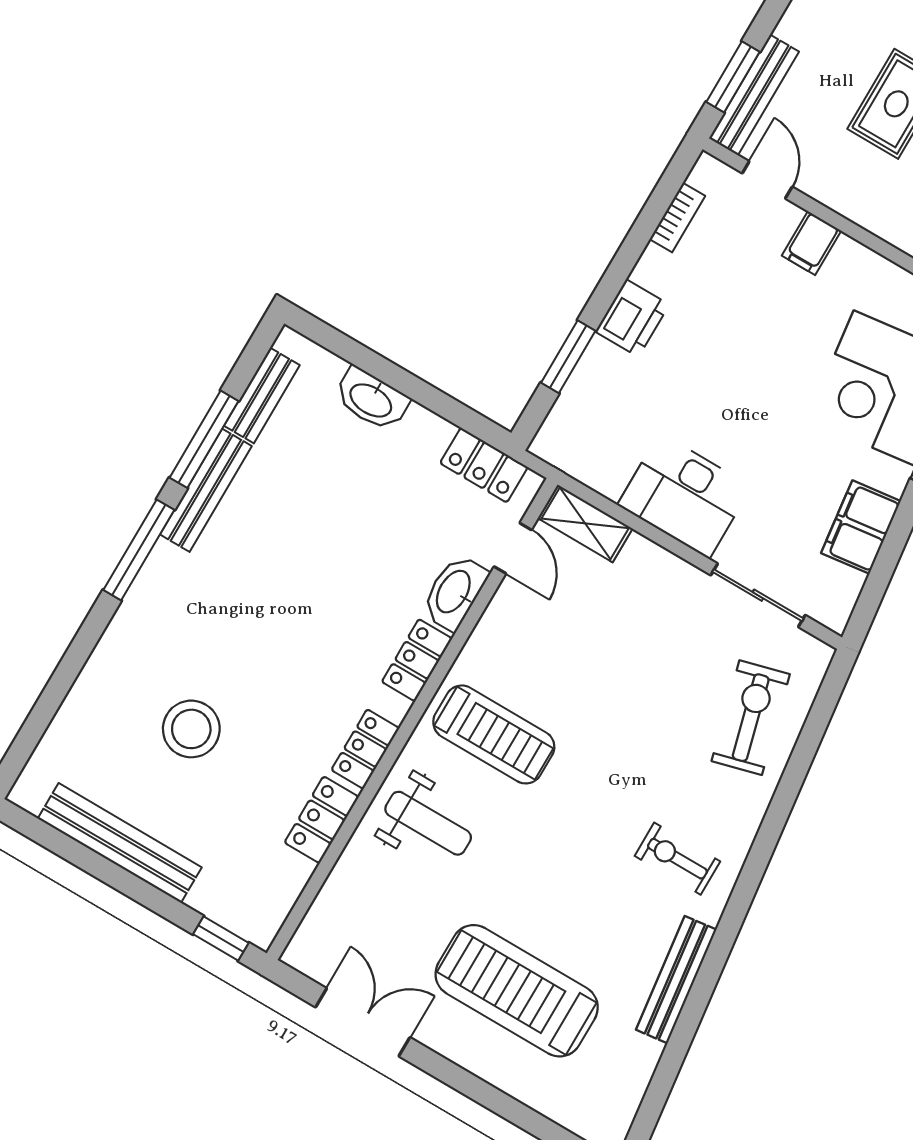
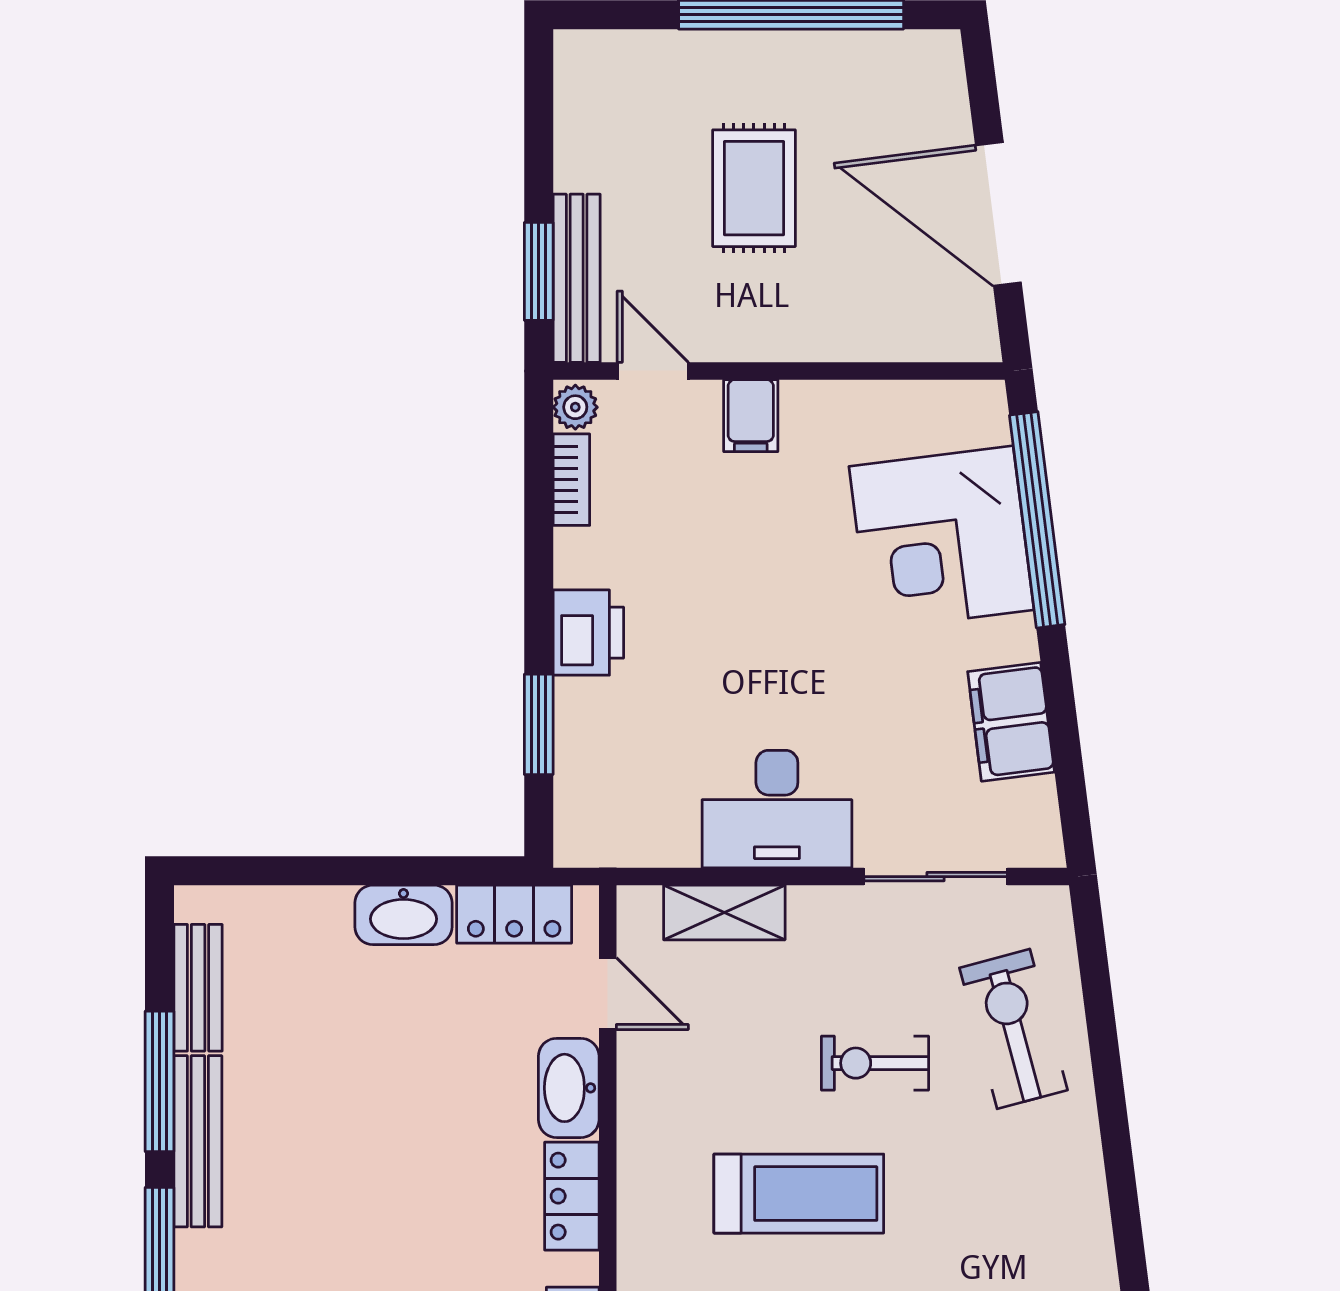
plant: (706, 174) -> (575, 407), added
washbasin: (371, 399) -> (403, 915), moved
shelving: (585, 523) -> (724, 913), moved
treadmill: (494, 734) -> (799, 1194), moved
exercise bike: (677, 859) -> (875, 1063), moved

